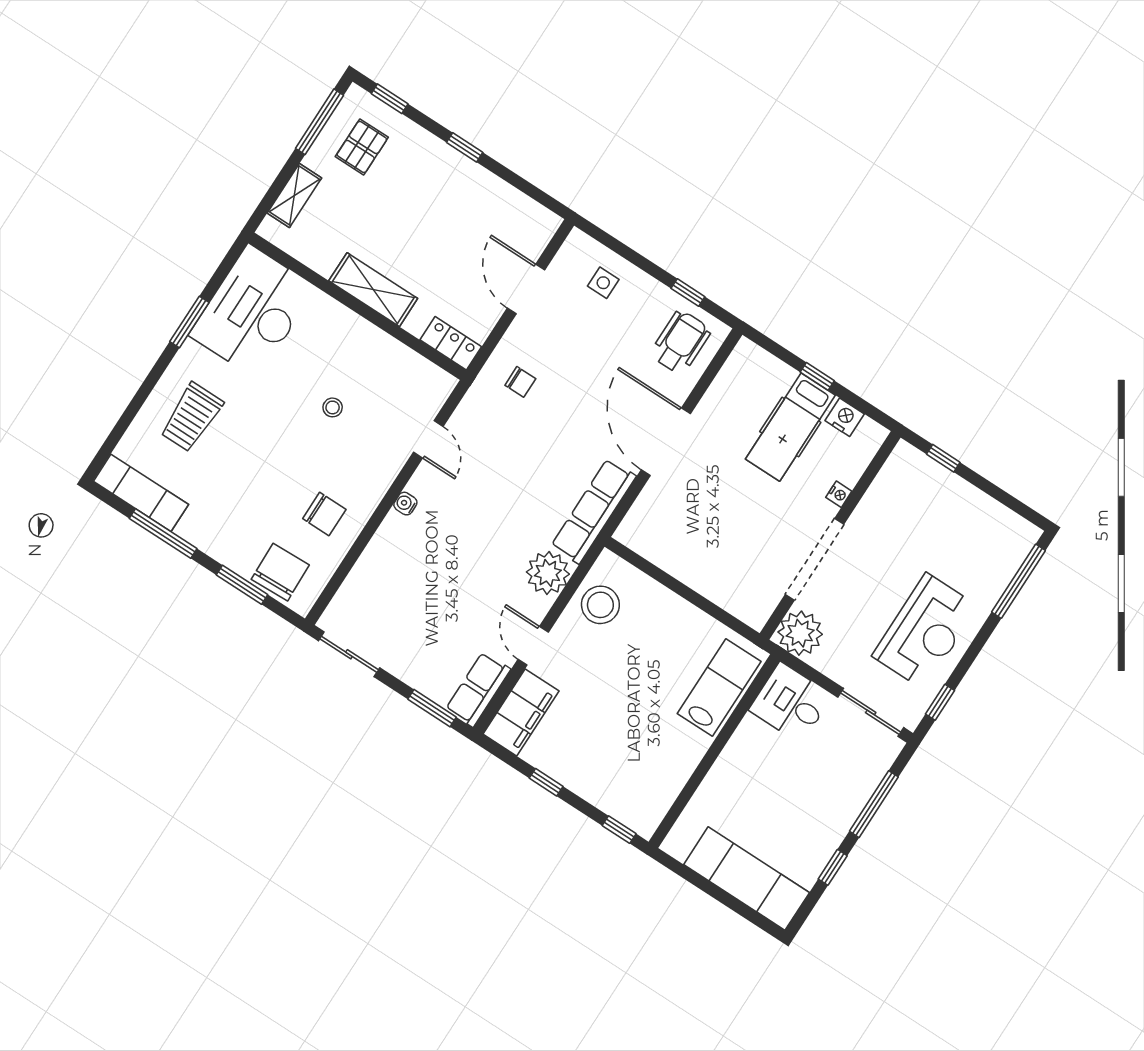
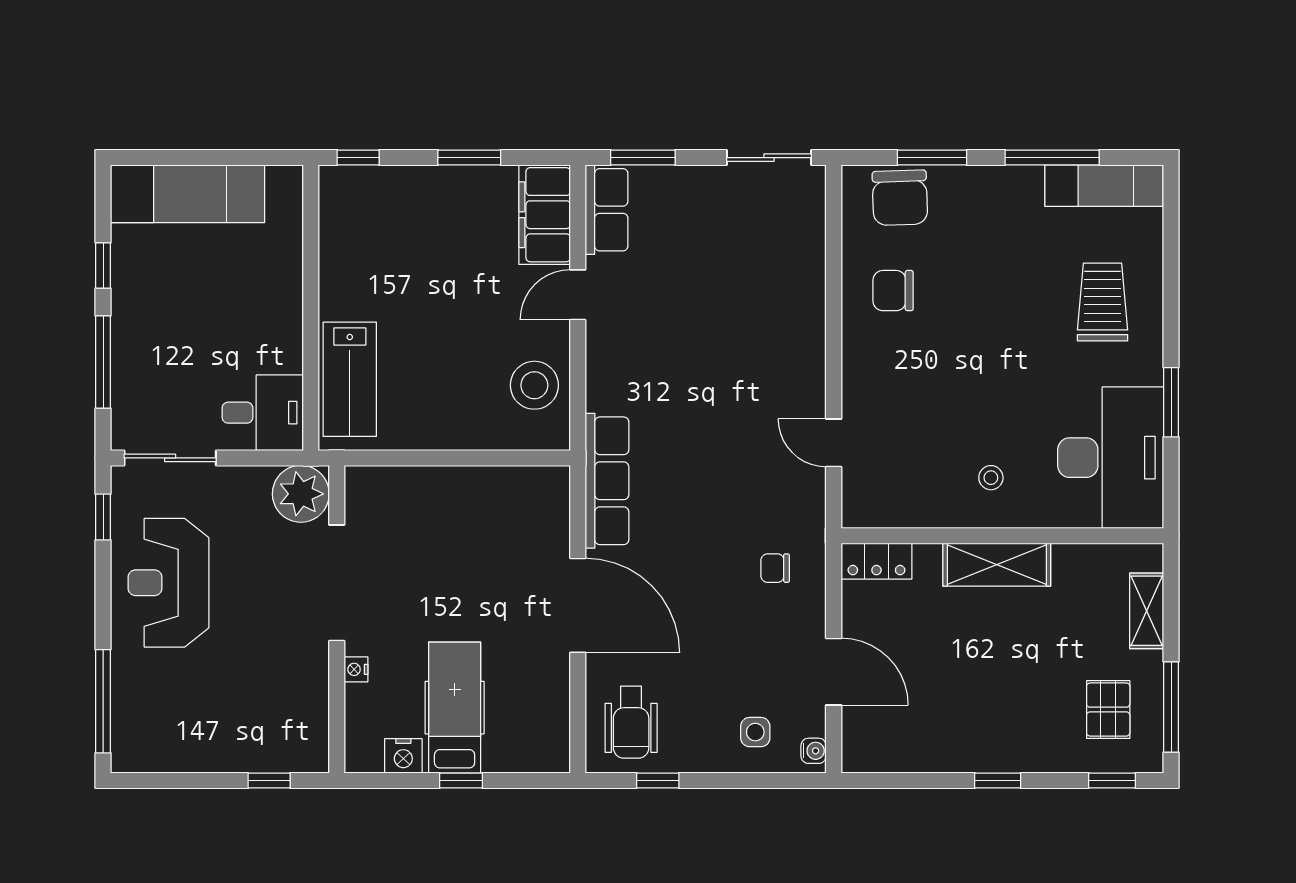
stool: (333, 407) -> (991, 478), moved
water cooler: (405, 504) -> (814, 751), moved
plant: (548, 573) -> (613, 383), removed
door: (533, 646) -> (578, 295), swing flipped
window: (546, 782) -> (469, 158), width x1.50

